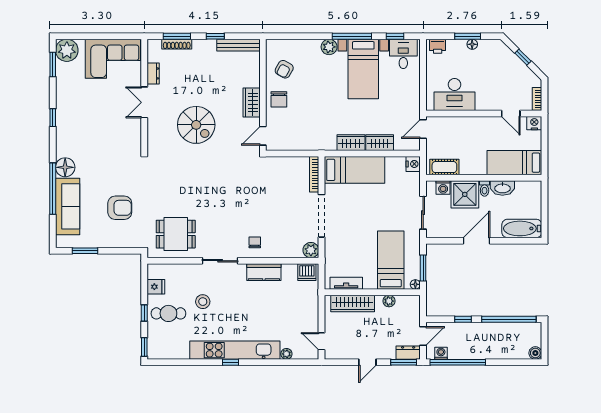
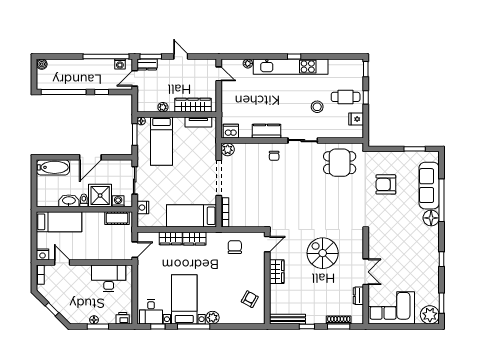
chair: (279, 99) -> (235, 247), moved
nightstand: (413, 164) -> (143, 208), moved
door: (367, 362) -> (181, 57), hinge flipped

